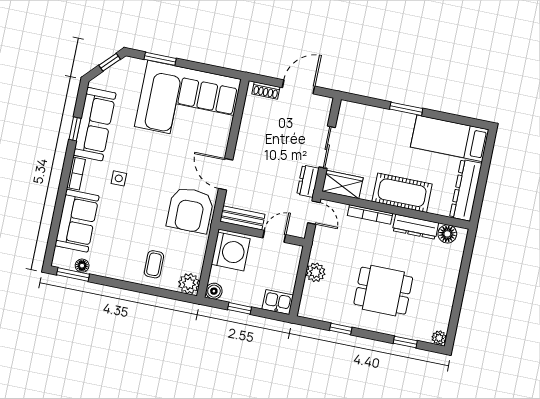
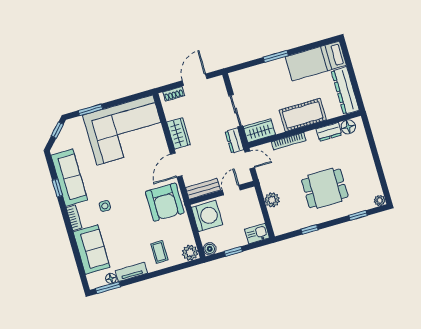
wardrobe: (248, 139) -> (178, 133), added
door: (226, 174) -> (176, 165), hinge flipped
dresser: (416, 227) -> (329, 132), width x0.70
tv unit: (110, 270) -> (131, 272), added

